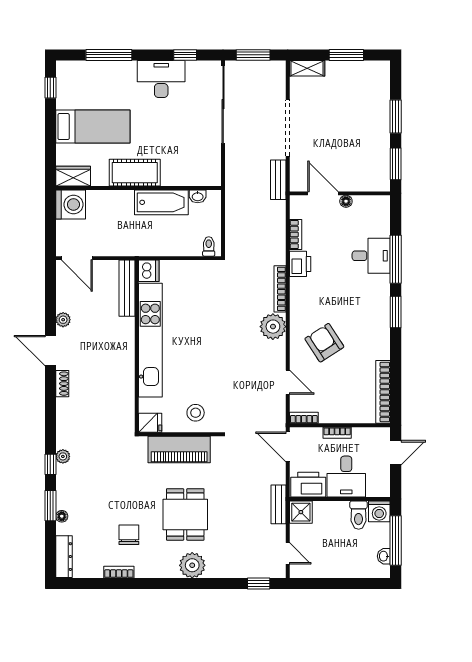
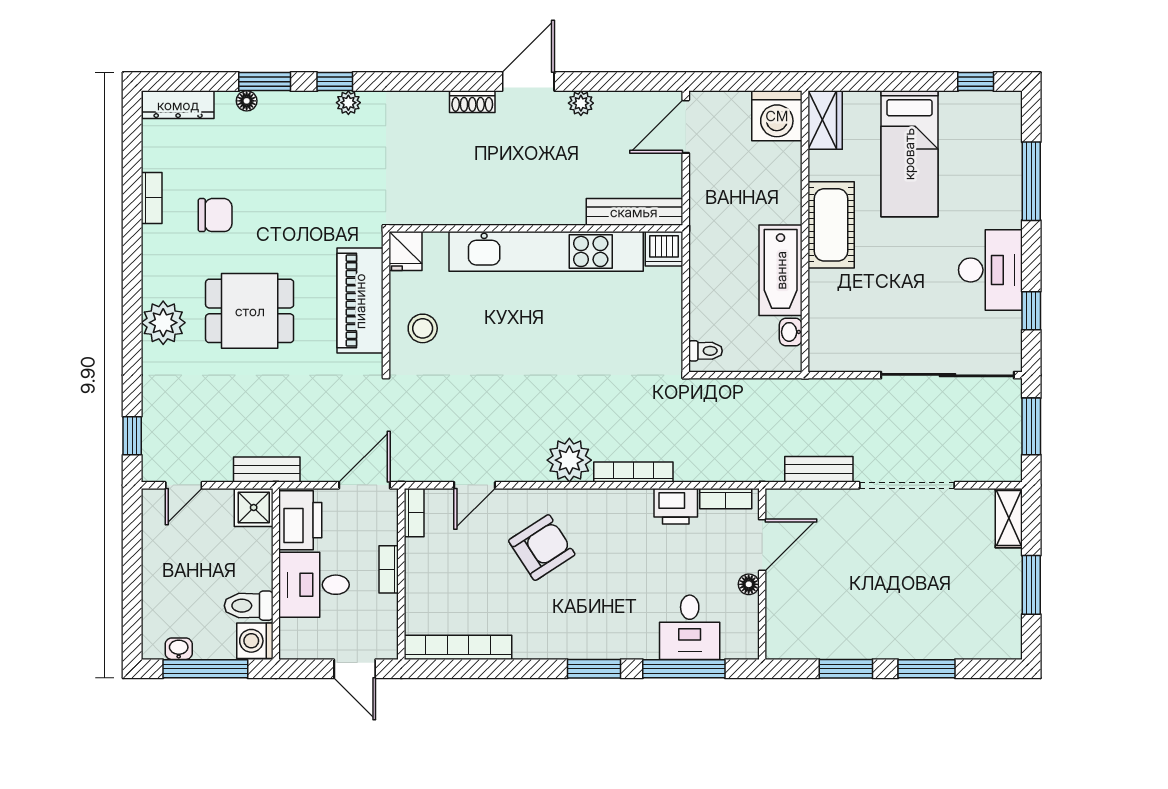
door: (323, 193) -> (762, 545), moved
wall: (340, 193) -> (762, 574), moved
floor lamp: (346, 201) -> (749, 584), moved

